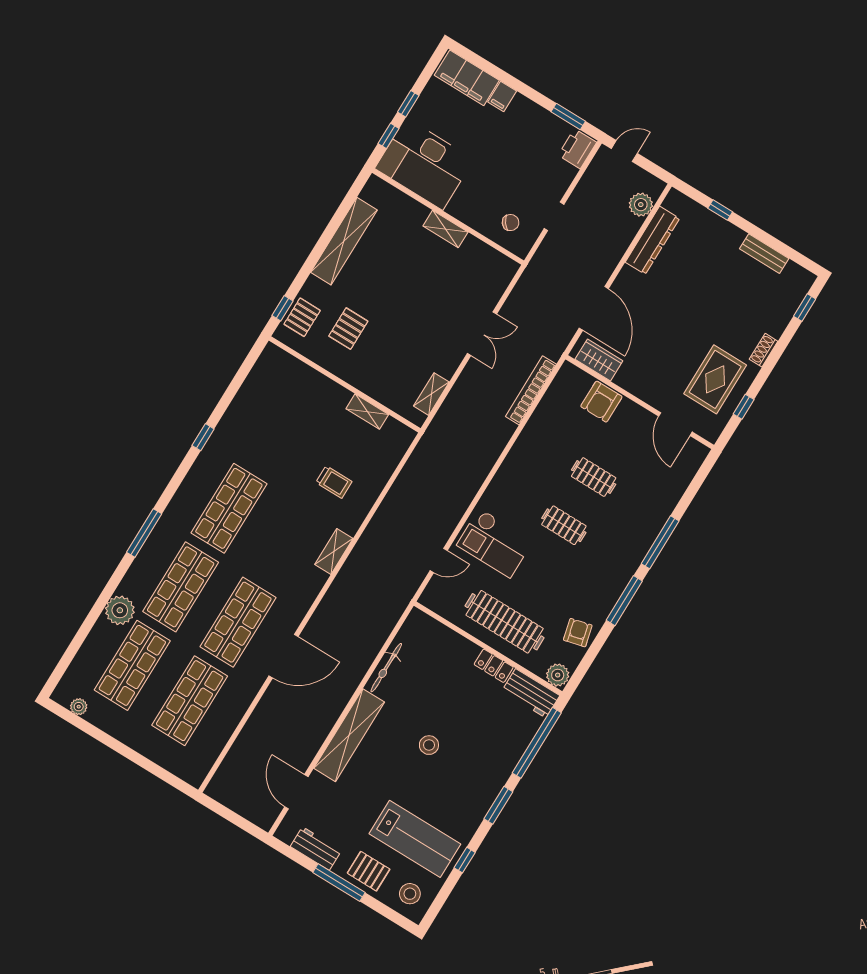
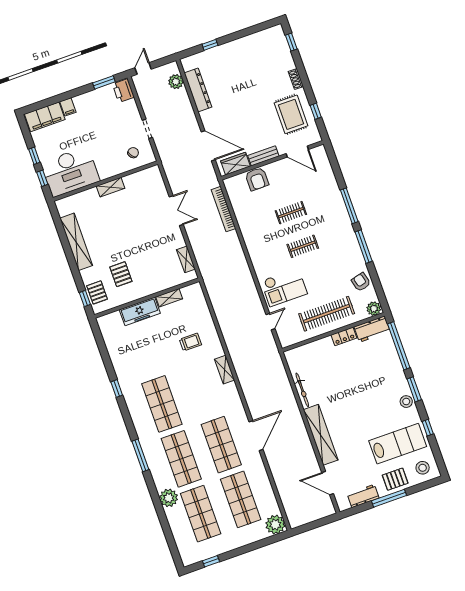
bench: (764, 254) -> (263, 156), moved
freezer: (321, 389) -> (140, 311), added
plant: (79, 707) -> (275, 525), moved, width x1.88, depth x1.88
window: (84, 726) -> (211, 561), added
stool: (429, 745) -> (406, 402), moved

